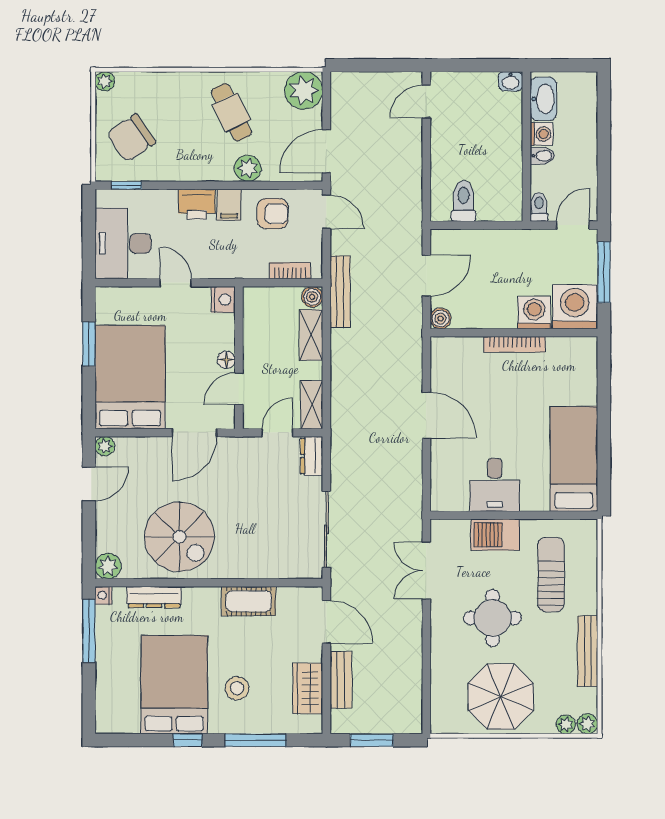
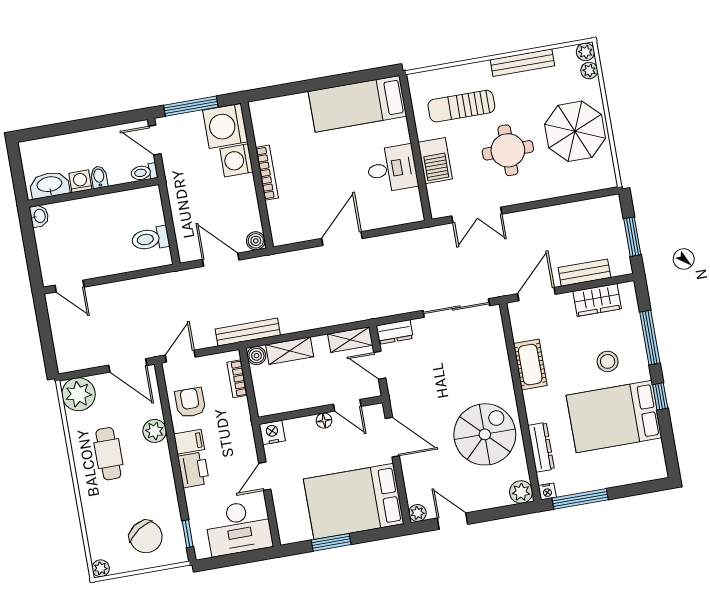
cafe table: (231, 112) -> (108, 454), turned -64

